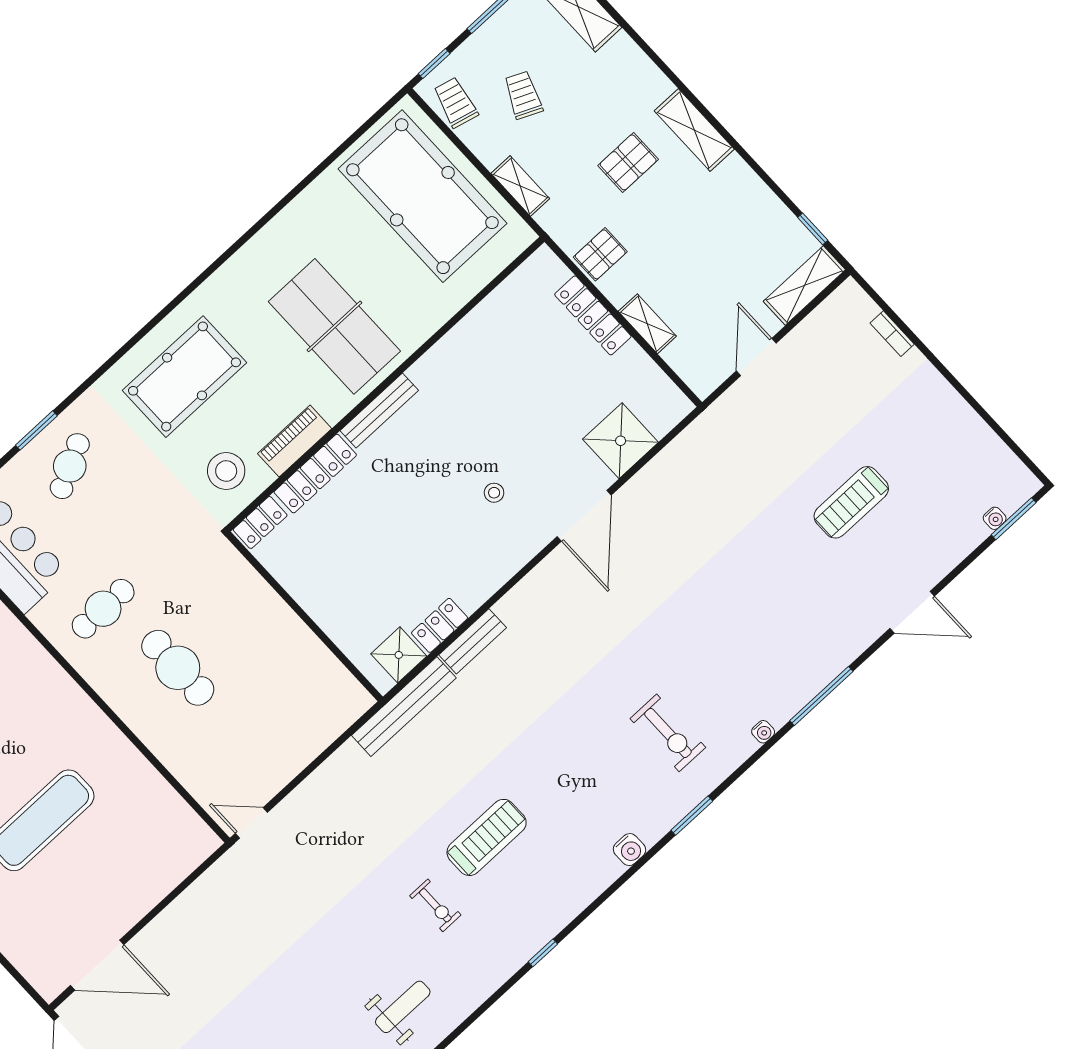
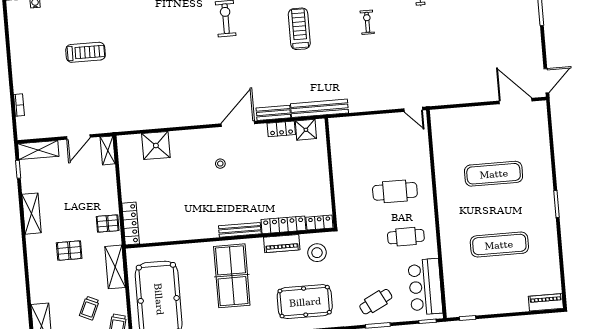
shelving: (694, 130) -> (31, 214), moved
shelving: (520, 186) -> (115, 267), width x1.50, depth x1.33
locker: (593, 315) -> (131, 223), moved
shelving: (647, 324) -> (108, 150), moved
door: (584, 516) -> (238, 124), moved
cafe table: (178, 668) -> (395, 191), turned 90
treadmill: (487, 837) -> (299, 29), moved, turned 90

